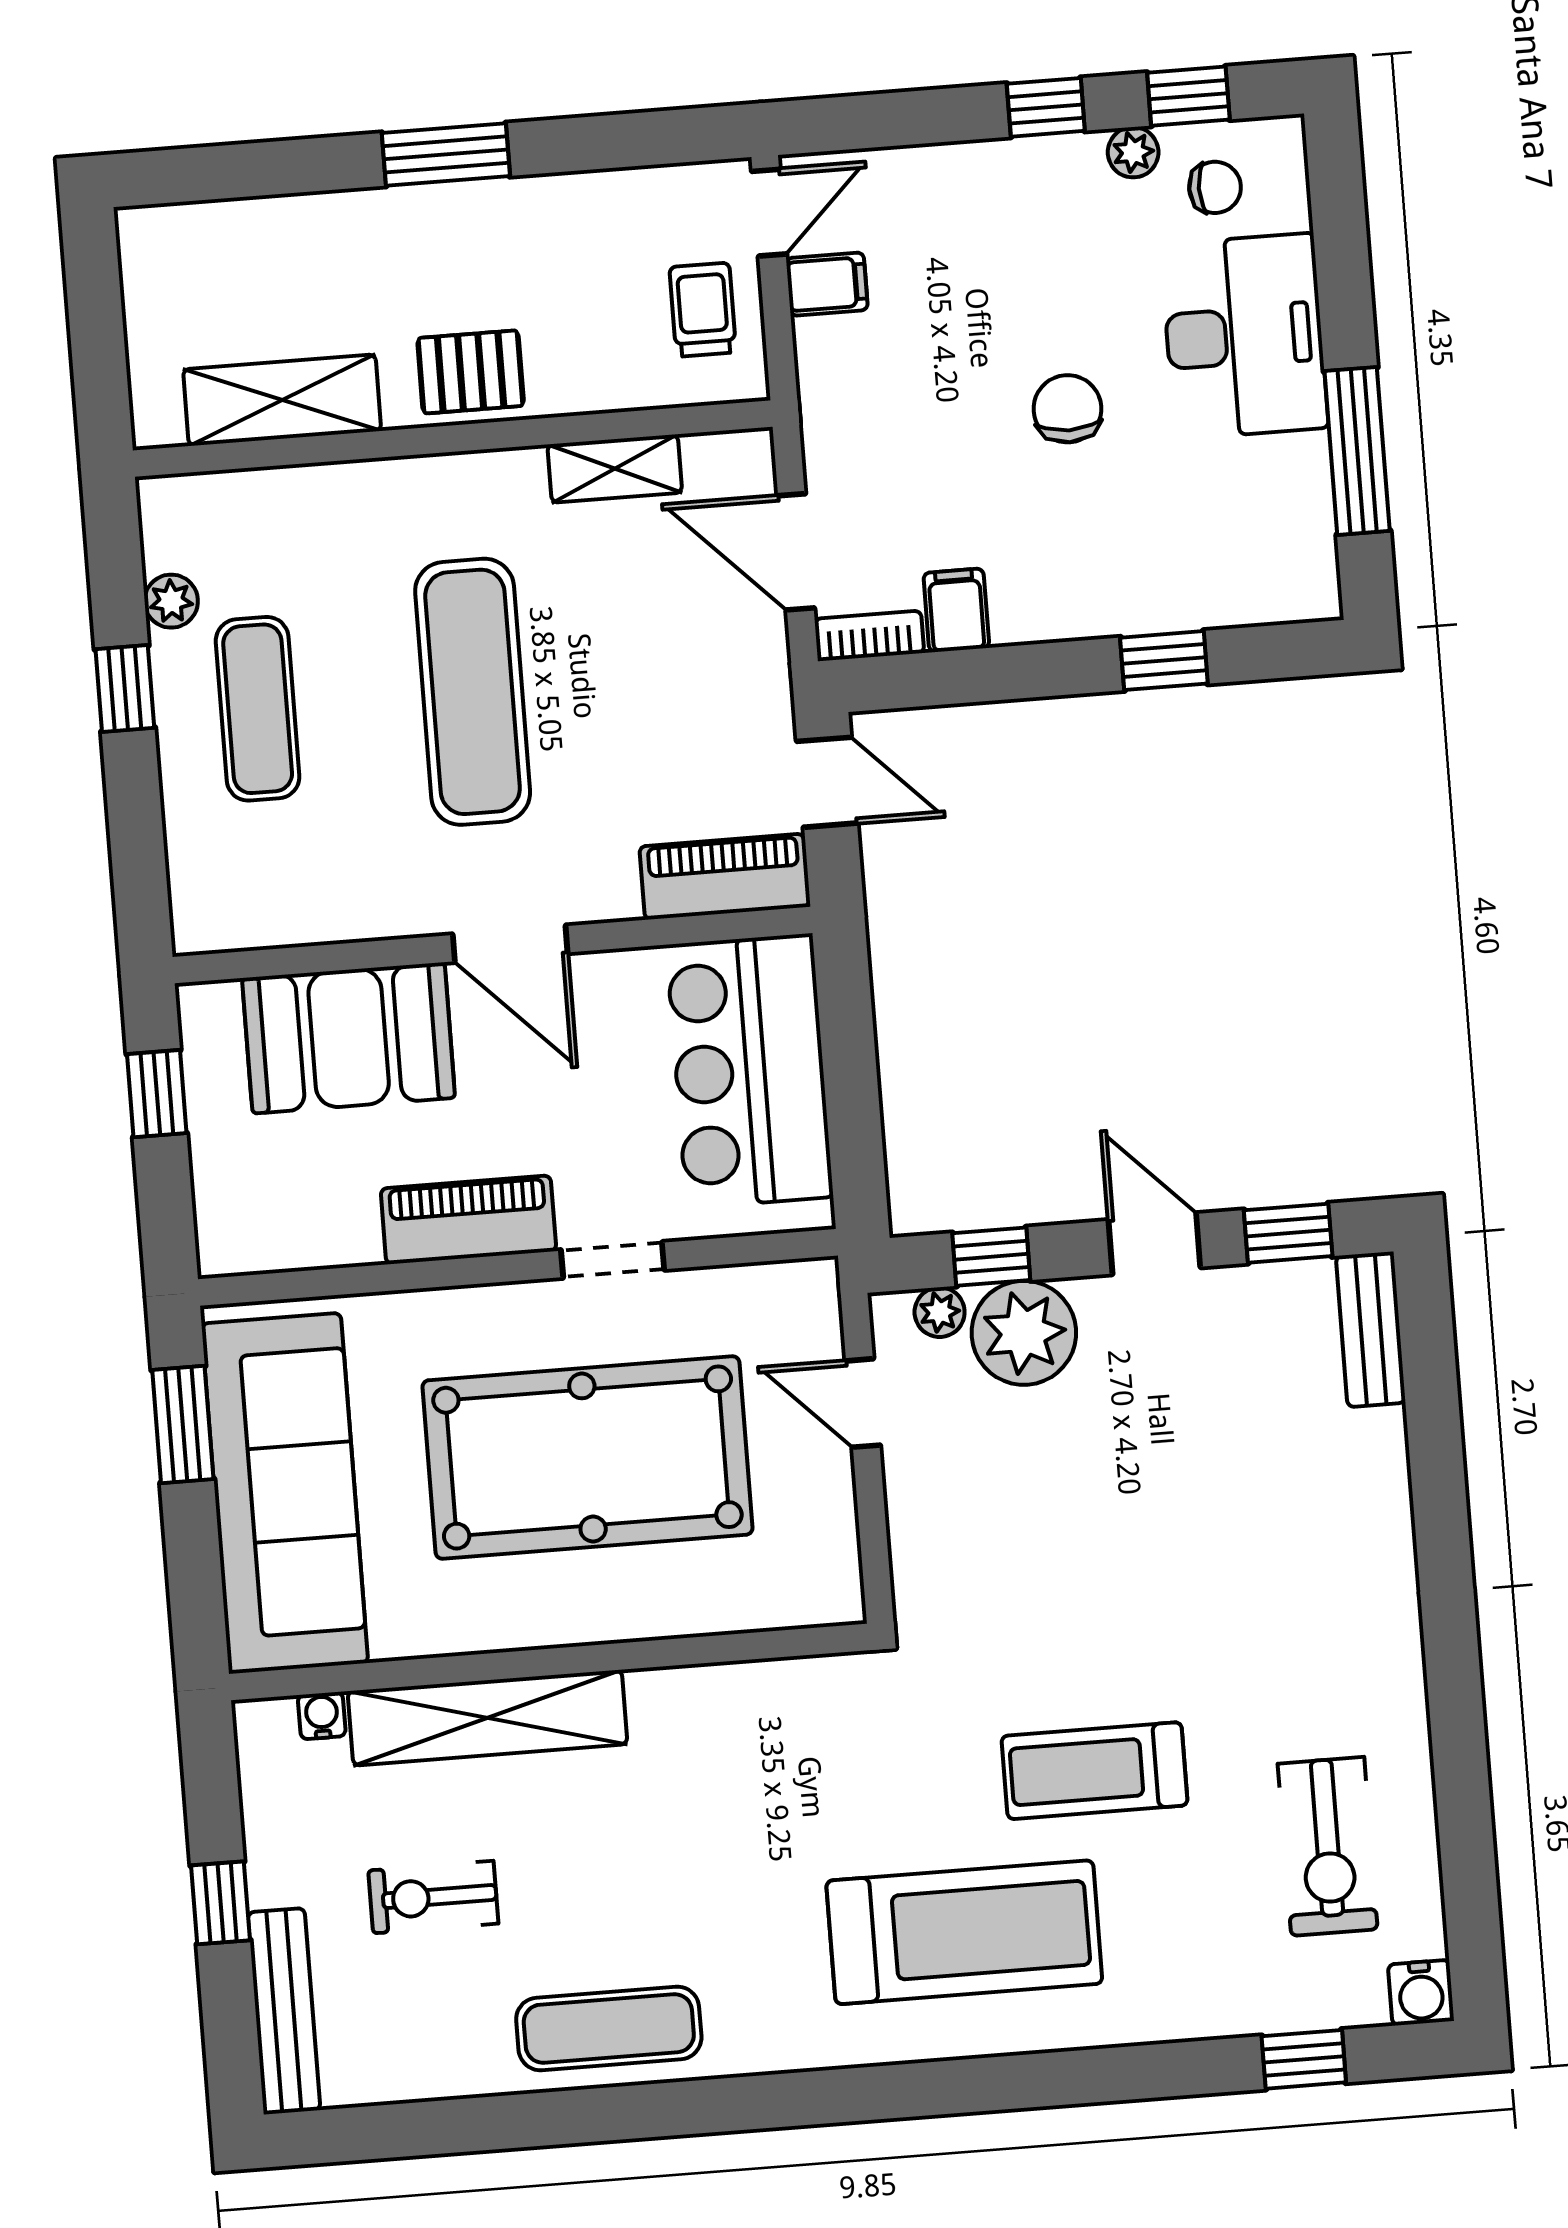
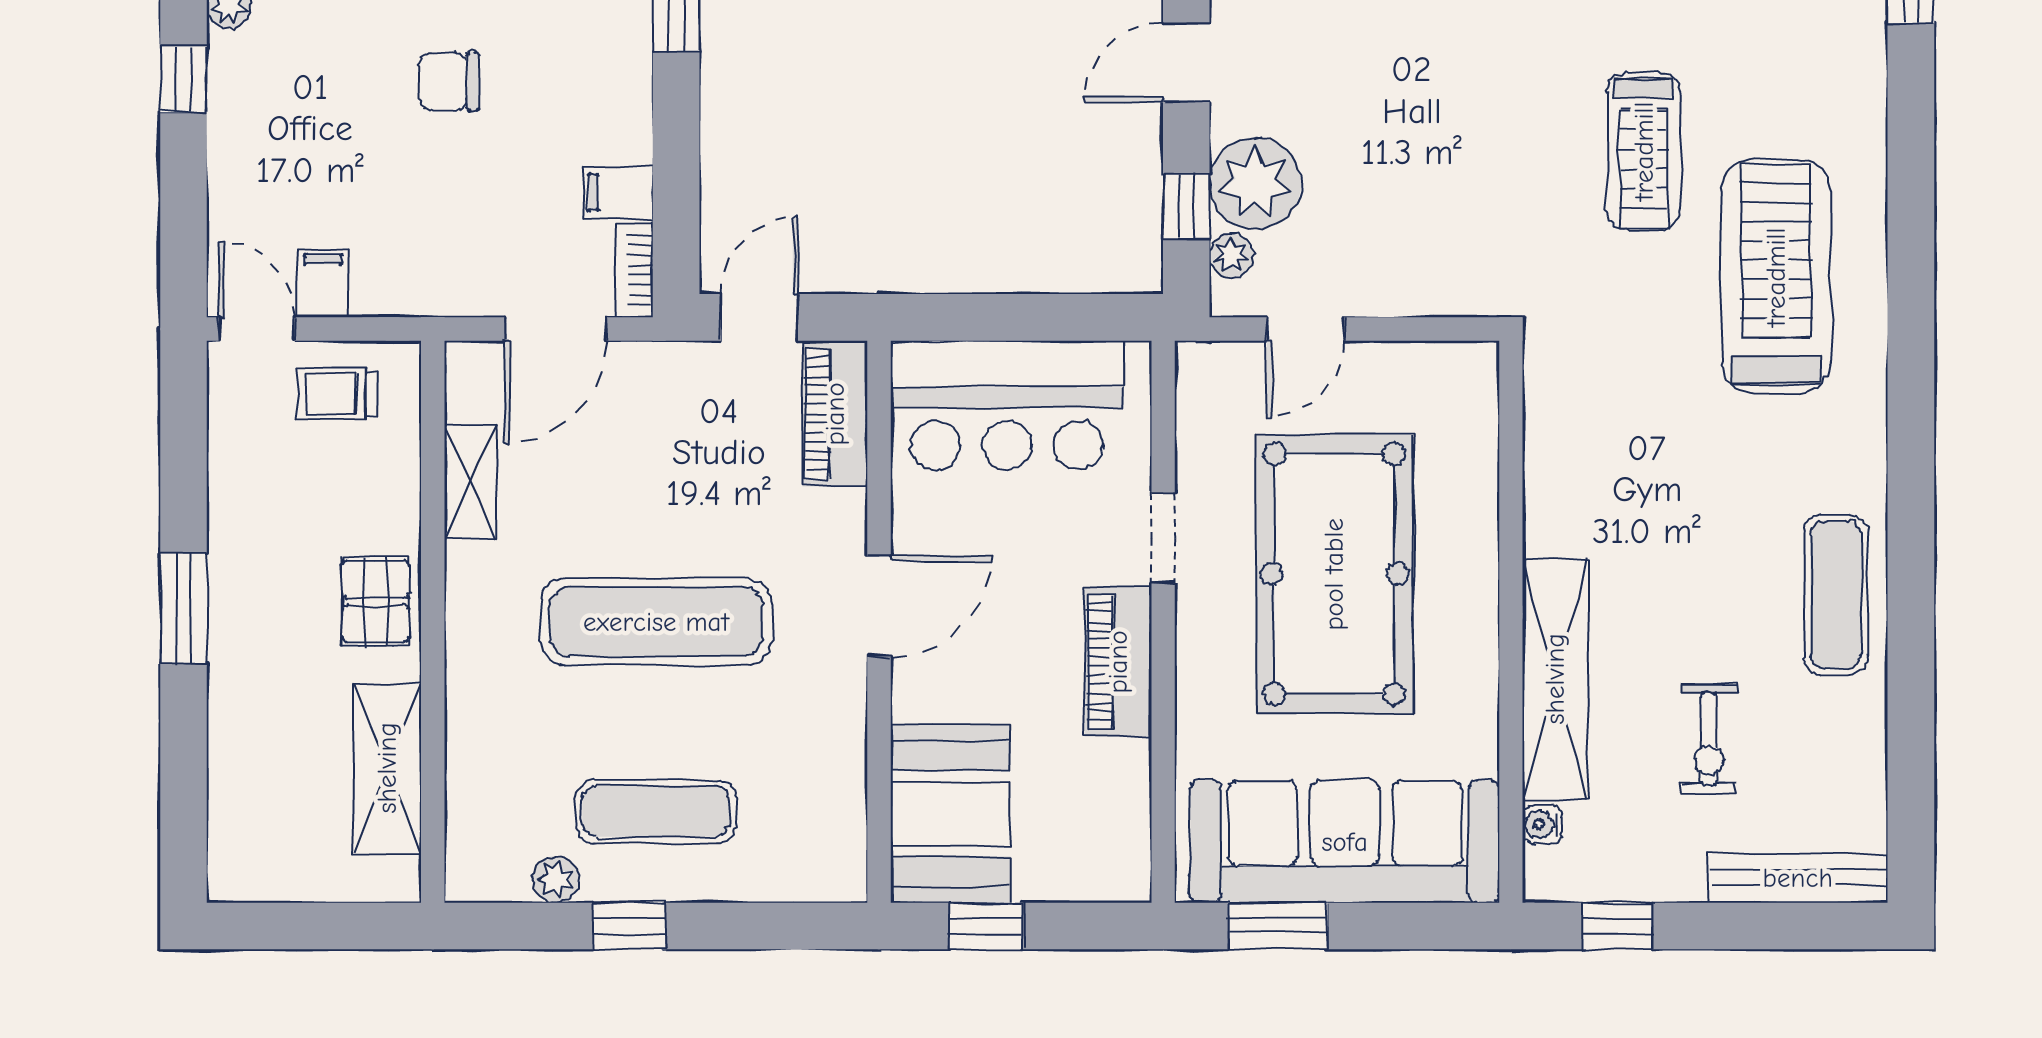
booth: (349, 1038) -> (950, 814), moved
window: (220, 1903) -> (1618, 926), moved

